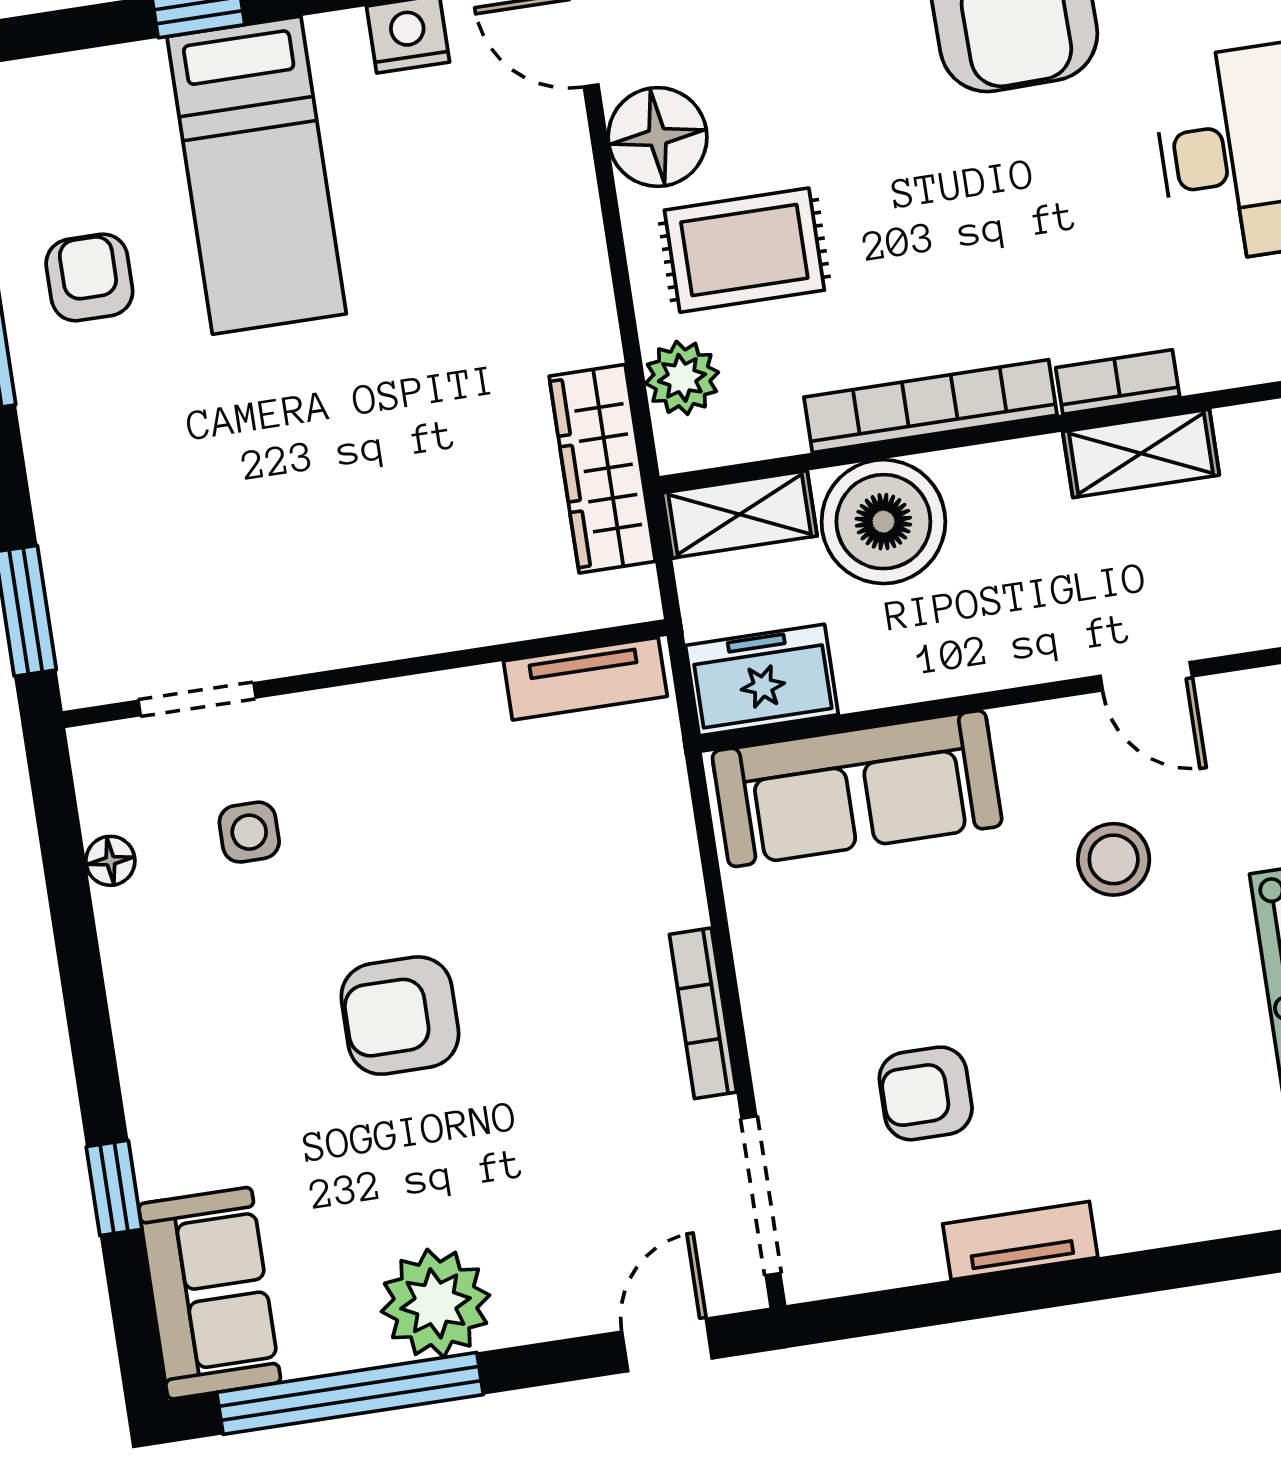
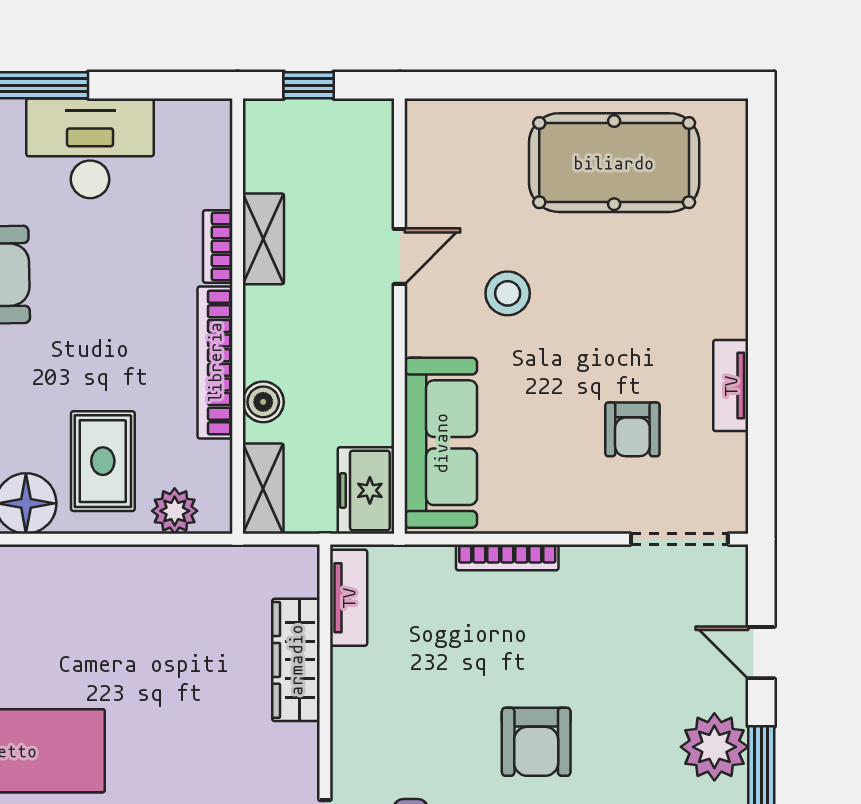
wardrobe: (602, 469) -> (296, 660), moved, turned 90
boiler: (883, 522) -> (263, 402), width x0.54, depth x0.54
bookcase: (703, 1013) -> (507, 557), moved
door: (667, 1345) -> (761, 653), moved

